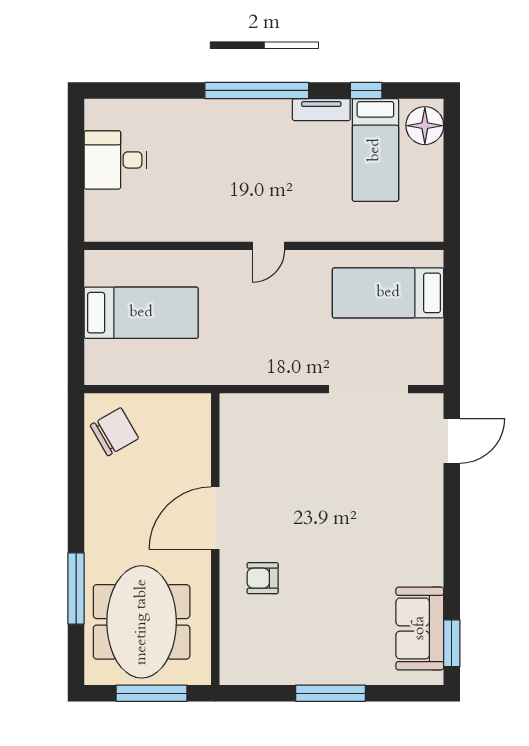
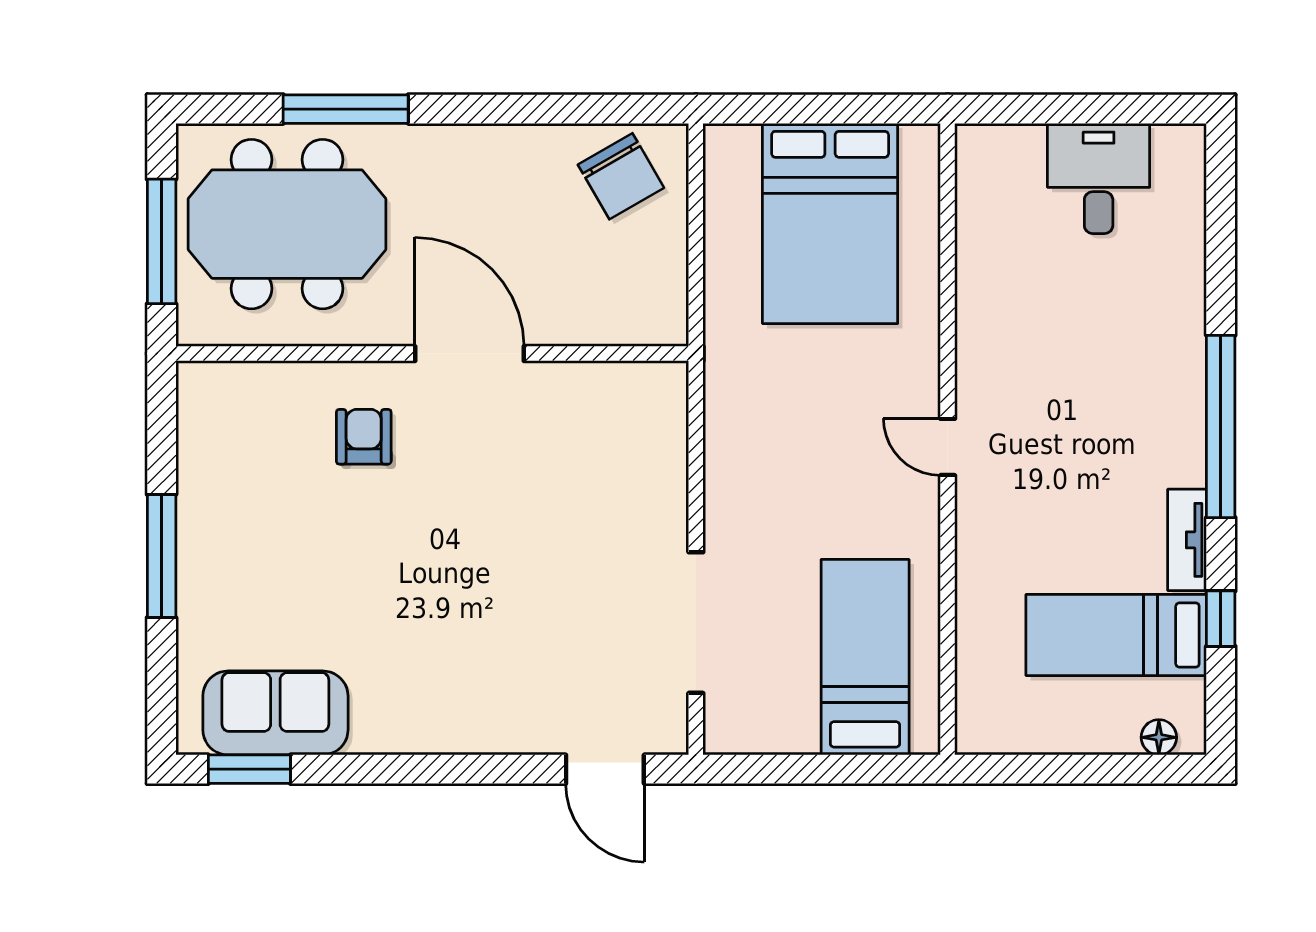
floor lamp: (425, 126) -> (1159, 737), width x0.53, depth x0.53
bed: (141, 313) -> (830, 223), width x1.50

